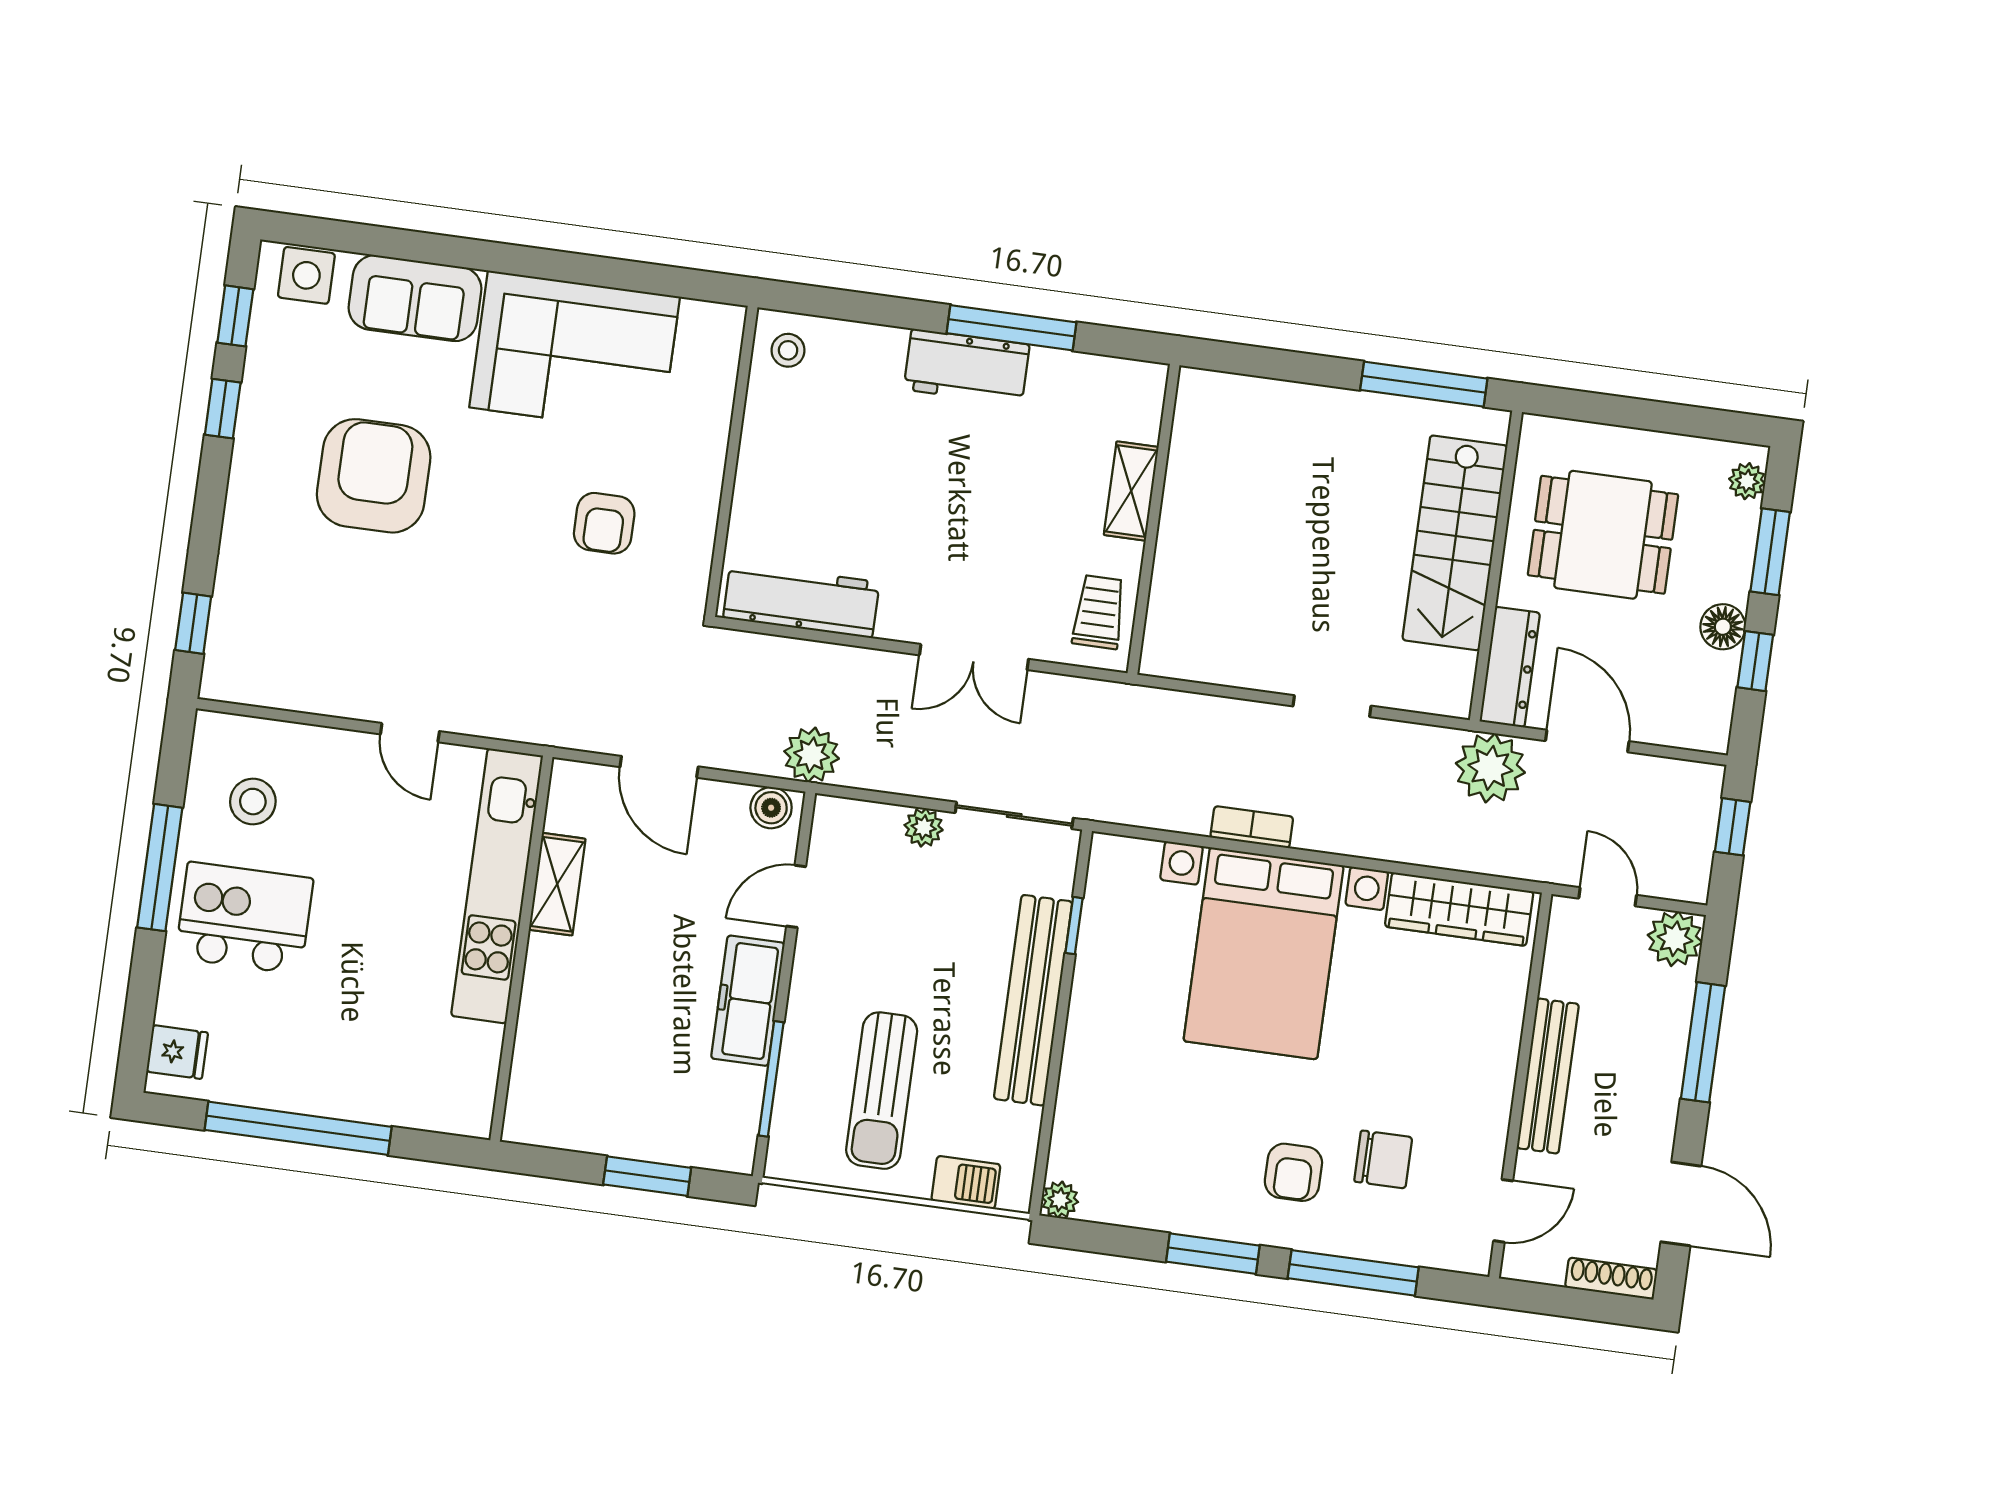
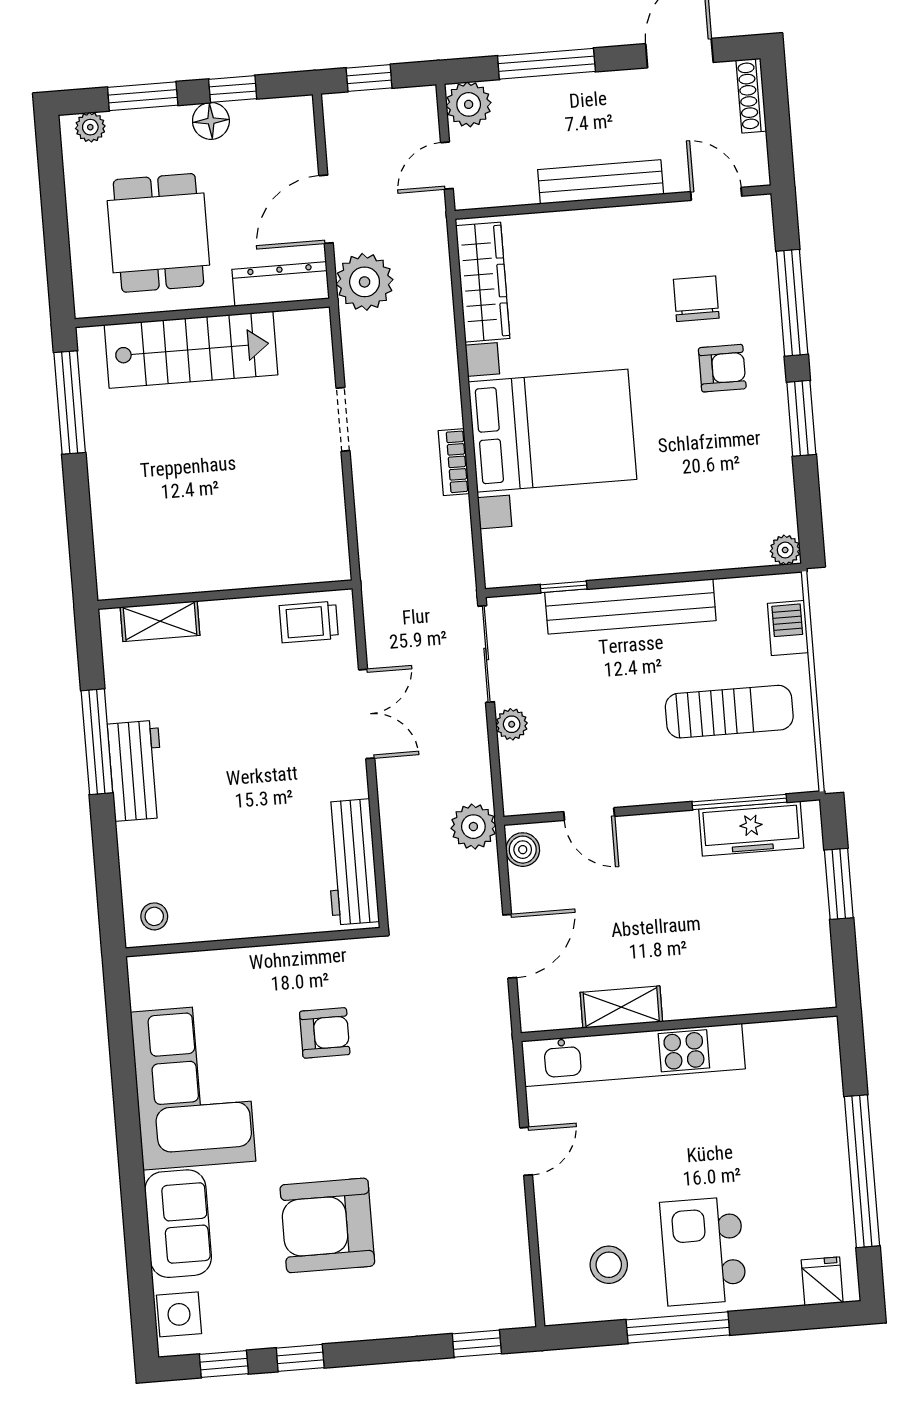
shelving: (1131, 491) -> (160, 621), moved
freezer: (748, 1001) -> (751, 829), moved

